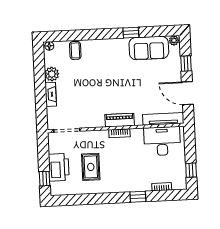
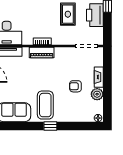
window: (131, 33) -> (50, 126), moved
coffee table: (75, 50) -> (45, 105), moved, width x1.86, depth x1.72
armchair: (78, 82) -> (75, 86), added

